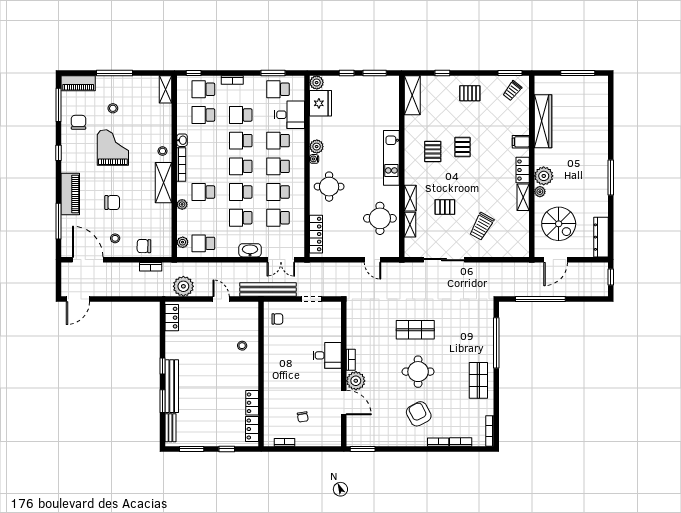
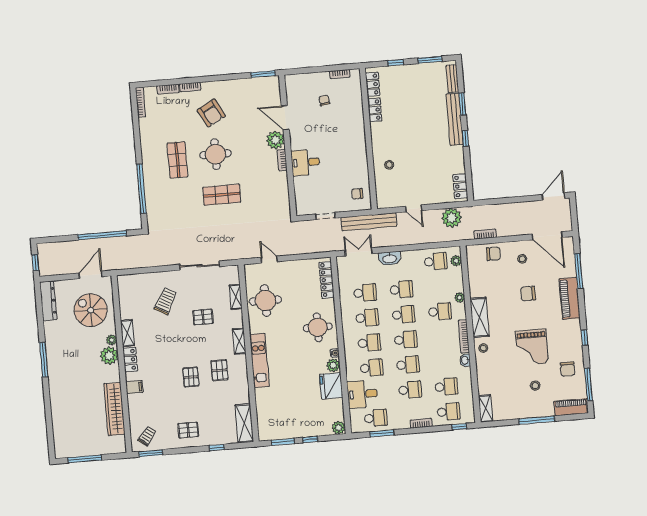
fridge: (321, 103) -> (331, 386), moved
shelving: (410, 198) -> (239, 341), moved
shop shelf: (478, 380) -> (177, 160), moved

